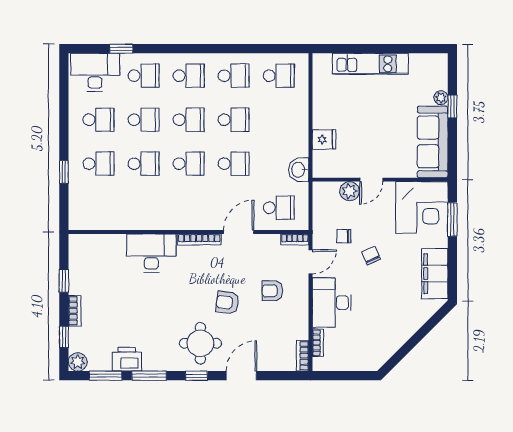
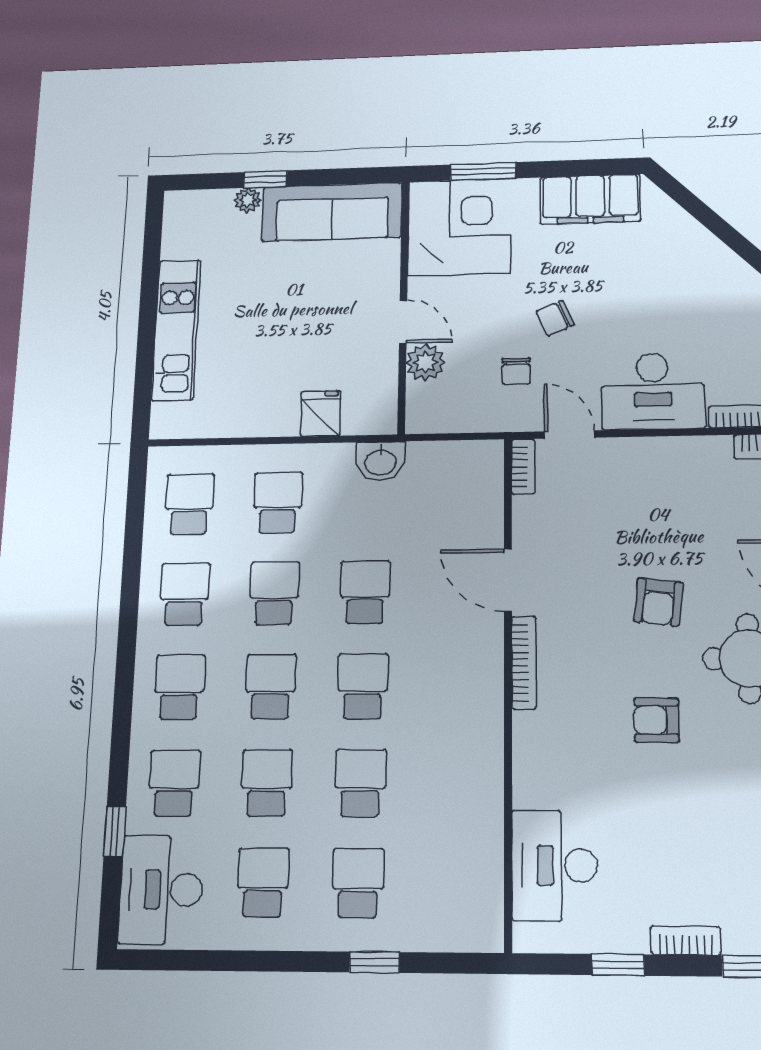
school desk: (279, 208) -> (278, 503), moved
desk: (151, 253) -> (555, 865), moved
armchair: (272, 291) -> (657, 720), moved, turned 90

